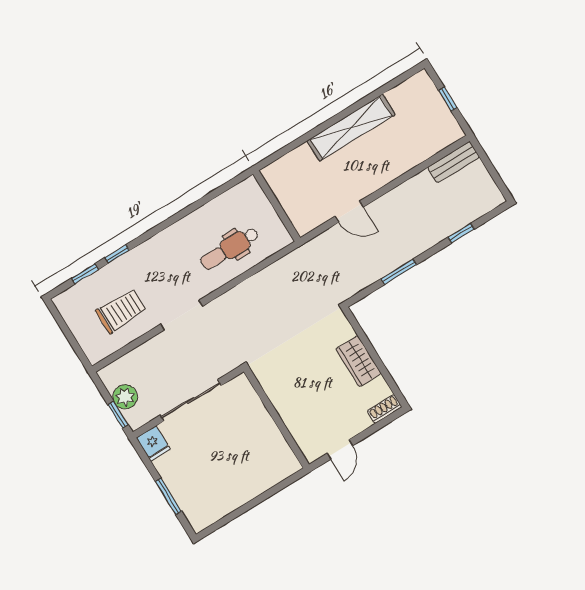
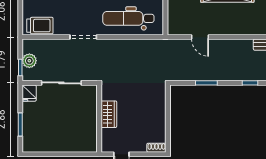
dental chair: (230, 248) -> (128, 18), width x1.36, depth x1.38
trolley: (121, 311) -> (40, 26), moved
wardrobe: (358, 361) -> (109, 114), moved, turned 180

